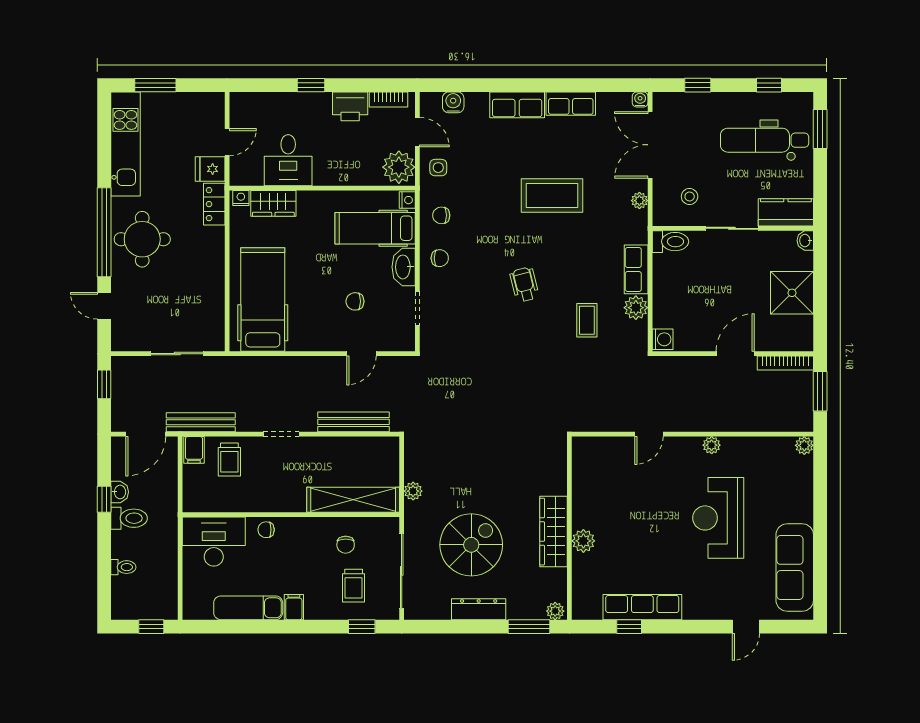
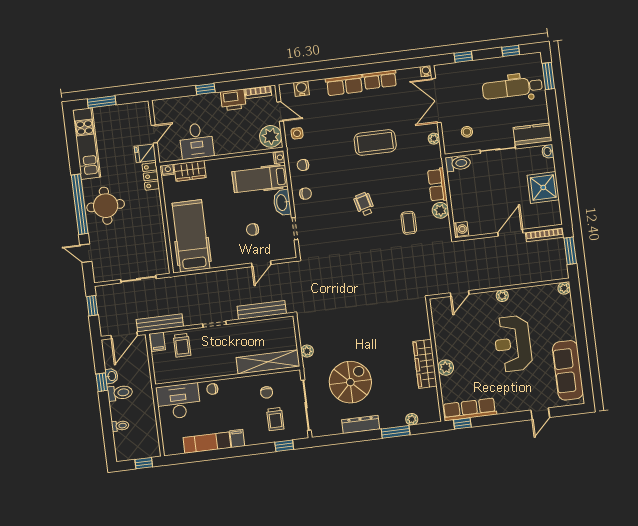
wall: (569, 528) -> (435, 360), moved
wardrobe: (554, 532) -> (425, 364), moved
plant: (583, 541) -> (446, 368), moved

